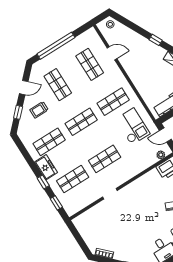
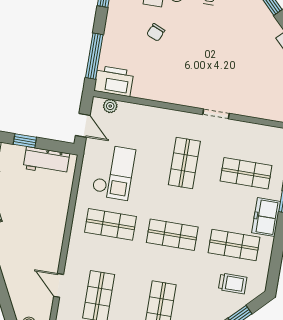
trolley: (39, 110) -> (233, 283), moved
checkout: (133, 126) -> (114, 172), turned 180
shop shelf: (105, 159) -> (184, 163), turned 90

